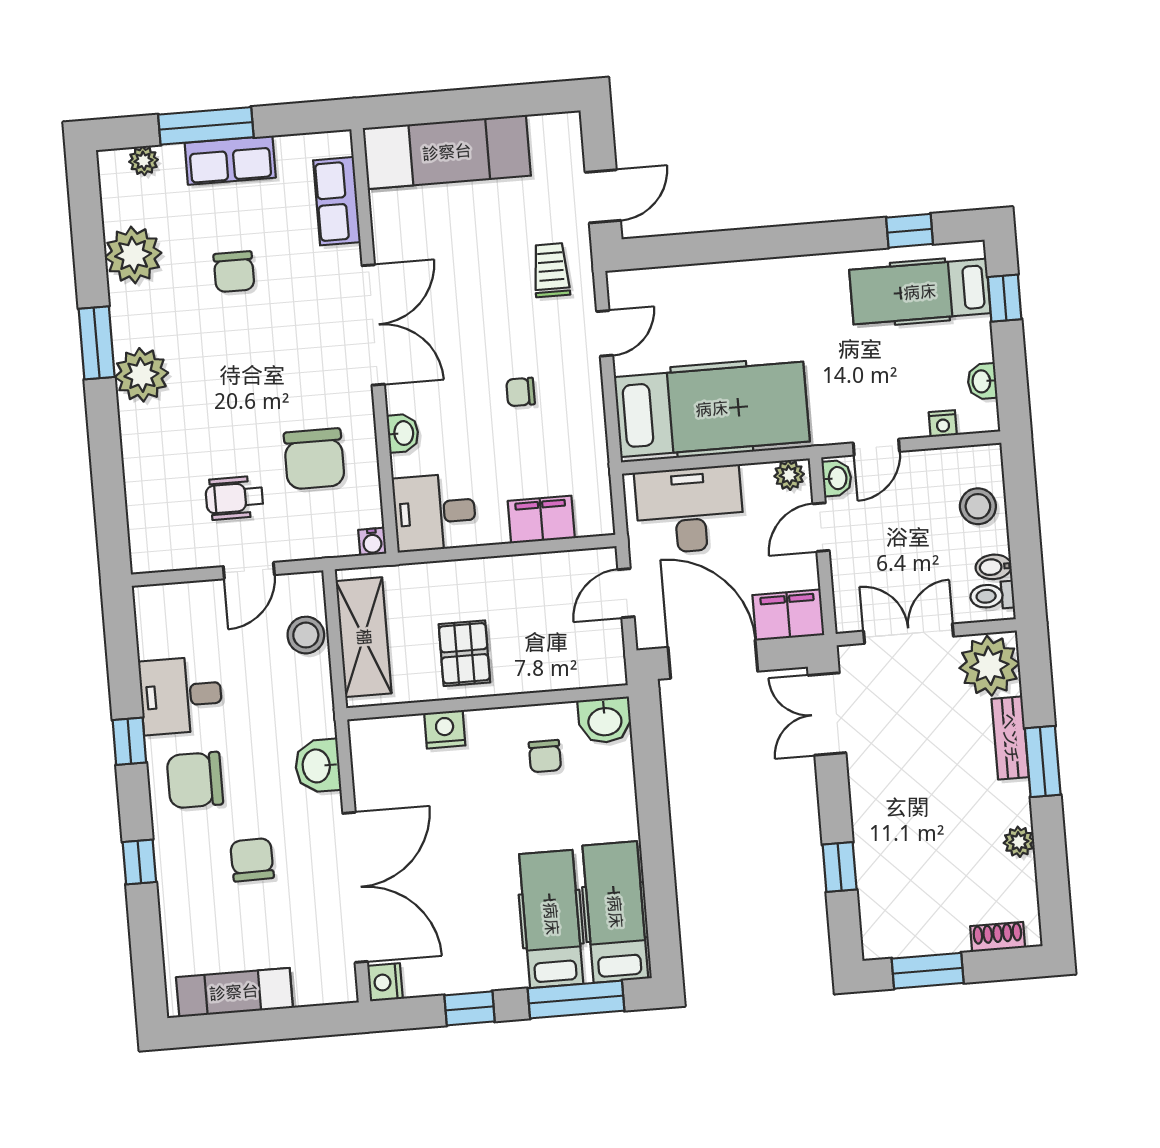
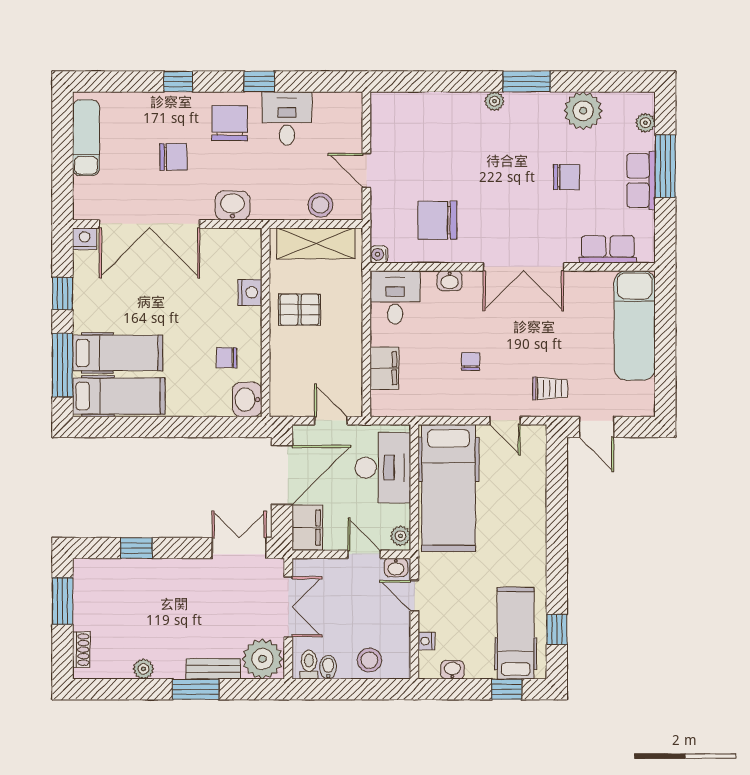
chair: (234, 272) -> (566, 177), turned 180
plant: (141, 375) -> (494, 101), width x0.53, depth x0.53
wheelchair: (234, 498) -> (416, 165), removed

